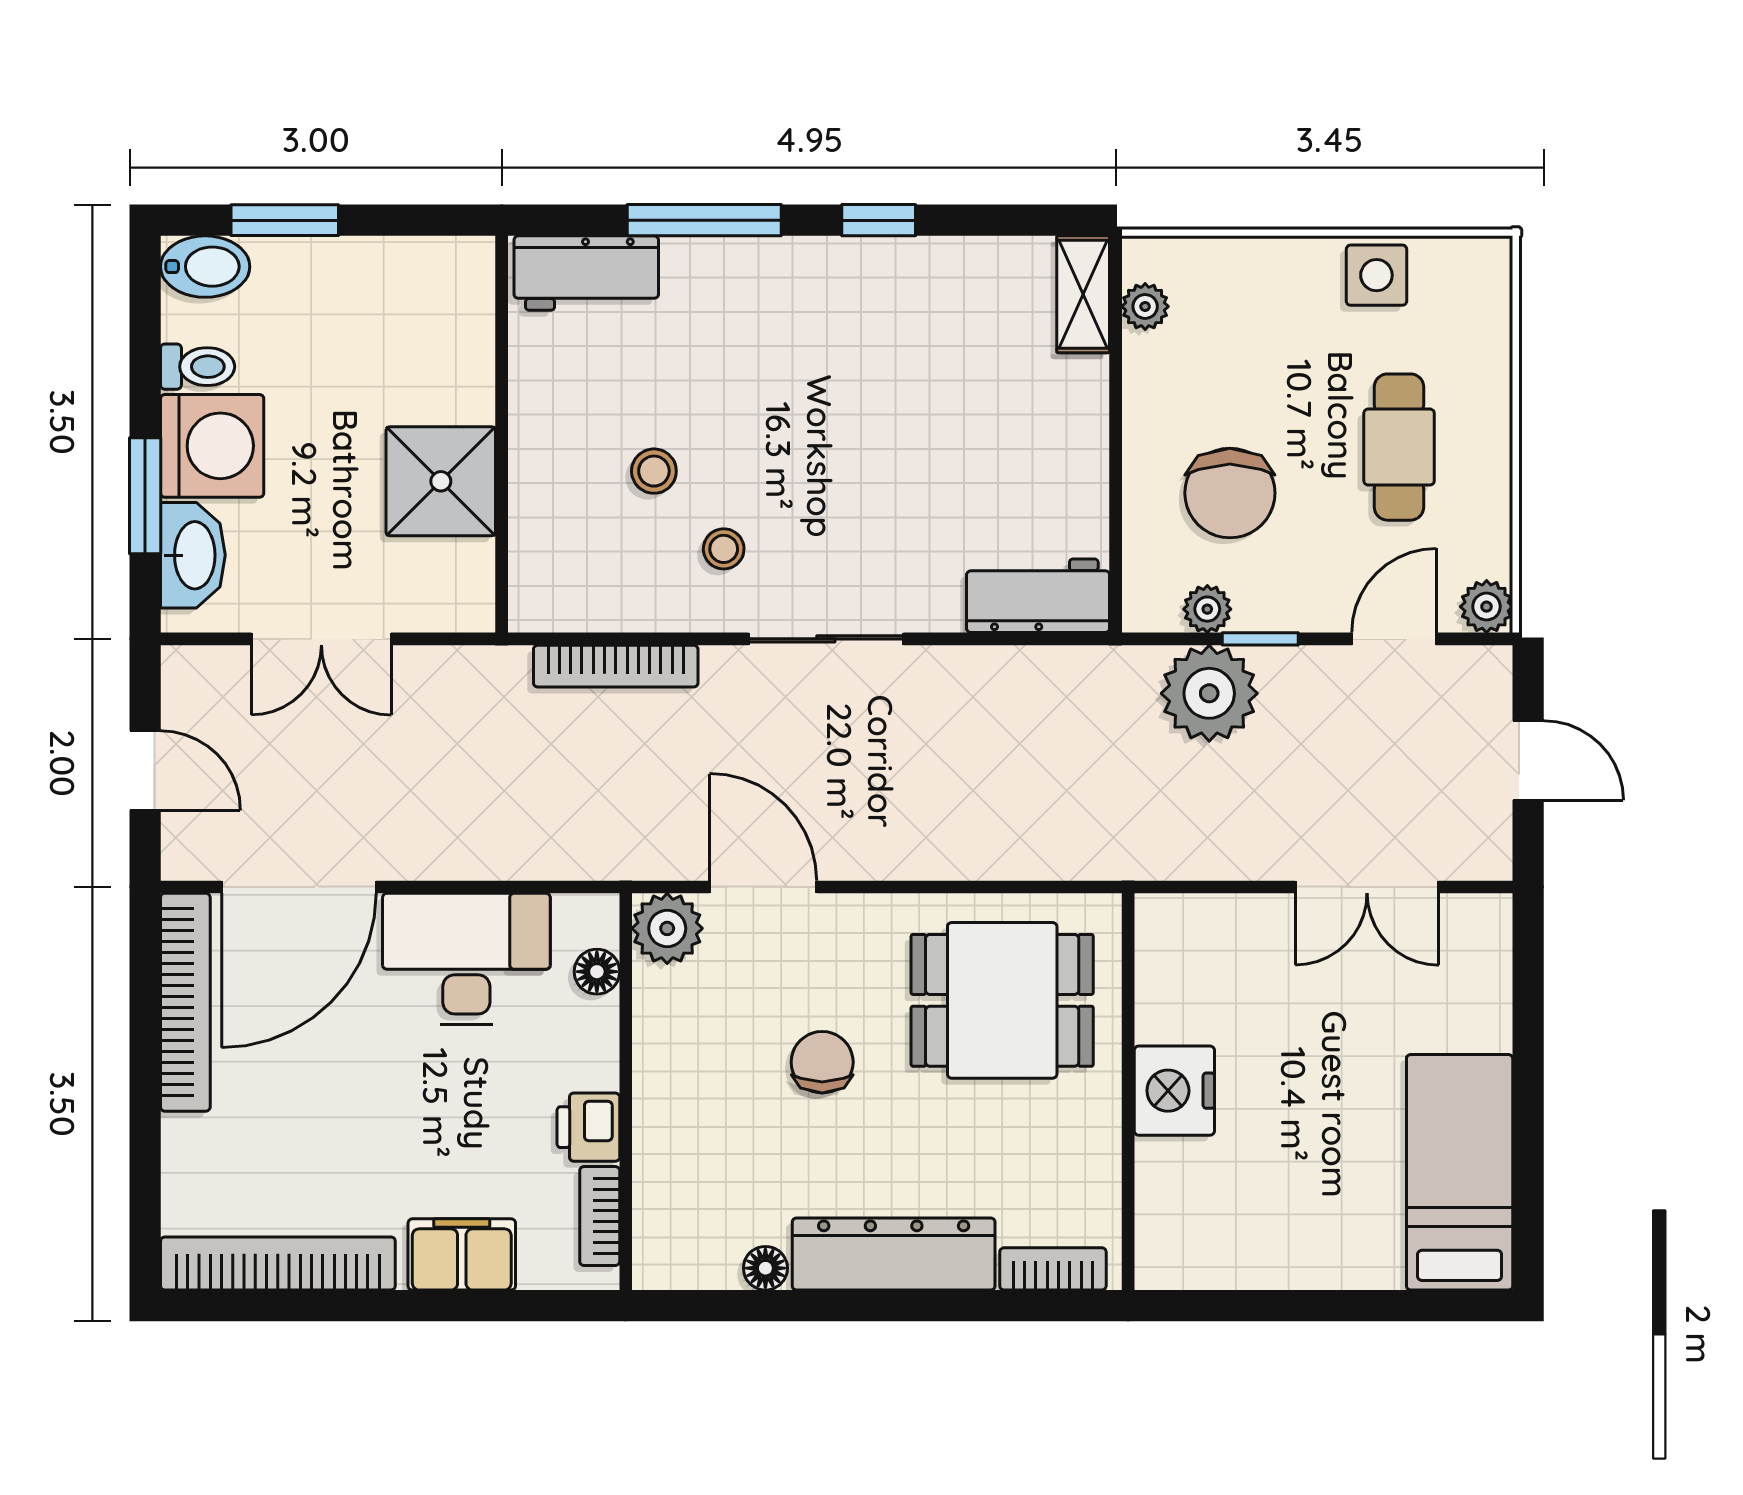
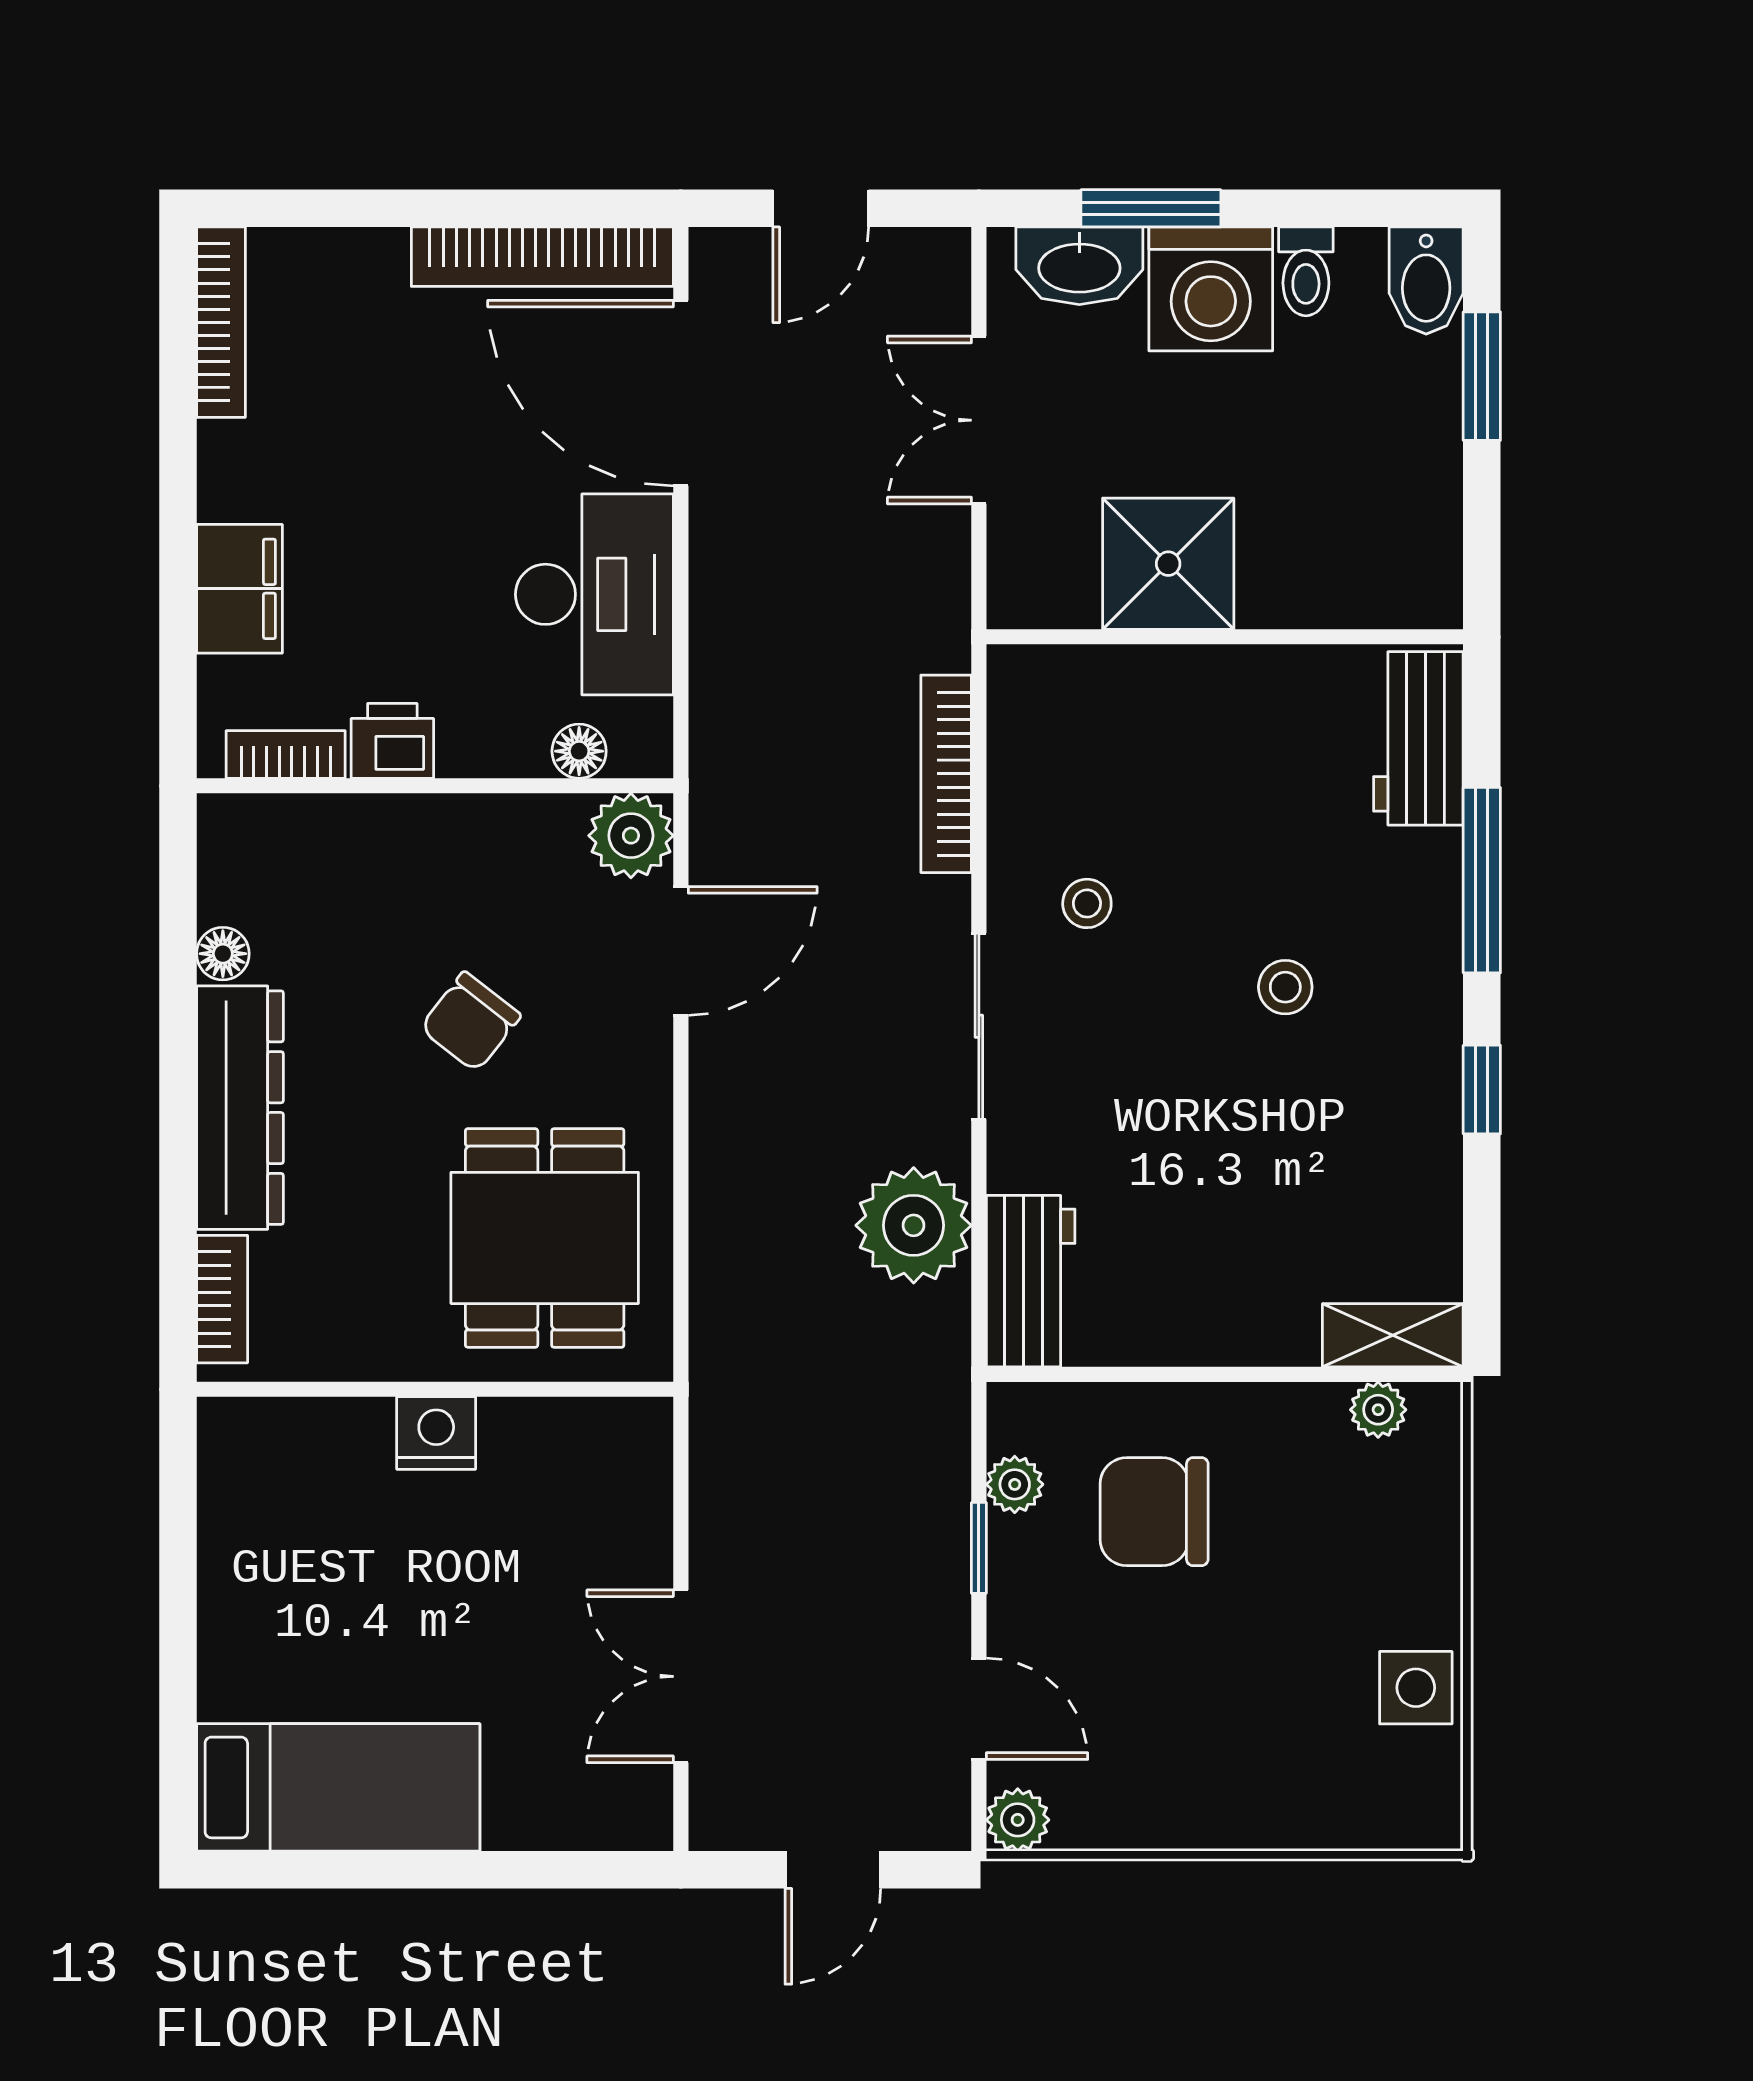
cafe table: (1399, 447) -> (1209, 1715), removed
stool: (654, 471) -> (1285, 987), moved
plant: (1209, 693) -> (914, 1225), moved
chair: (822, 1062) -> (470, 1022), turned 128
nightstand: (1174, 1091) -> (436, 1433), width x0.74, depth x0.75
bookcase: (278, 1263) -> (221, 322), width x0.68, depth x0.76

